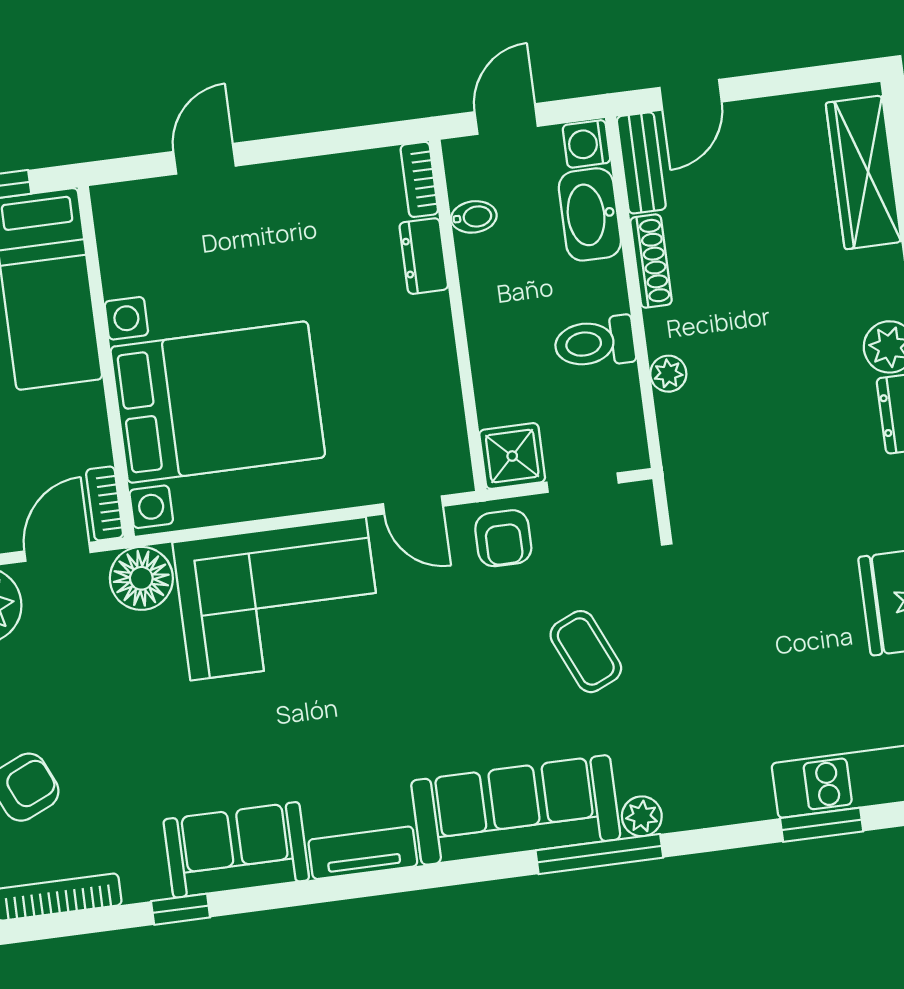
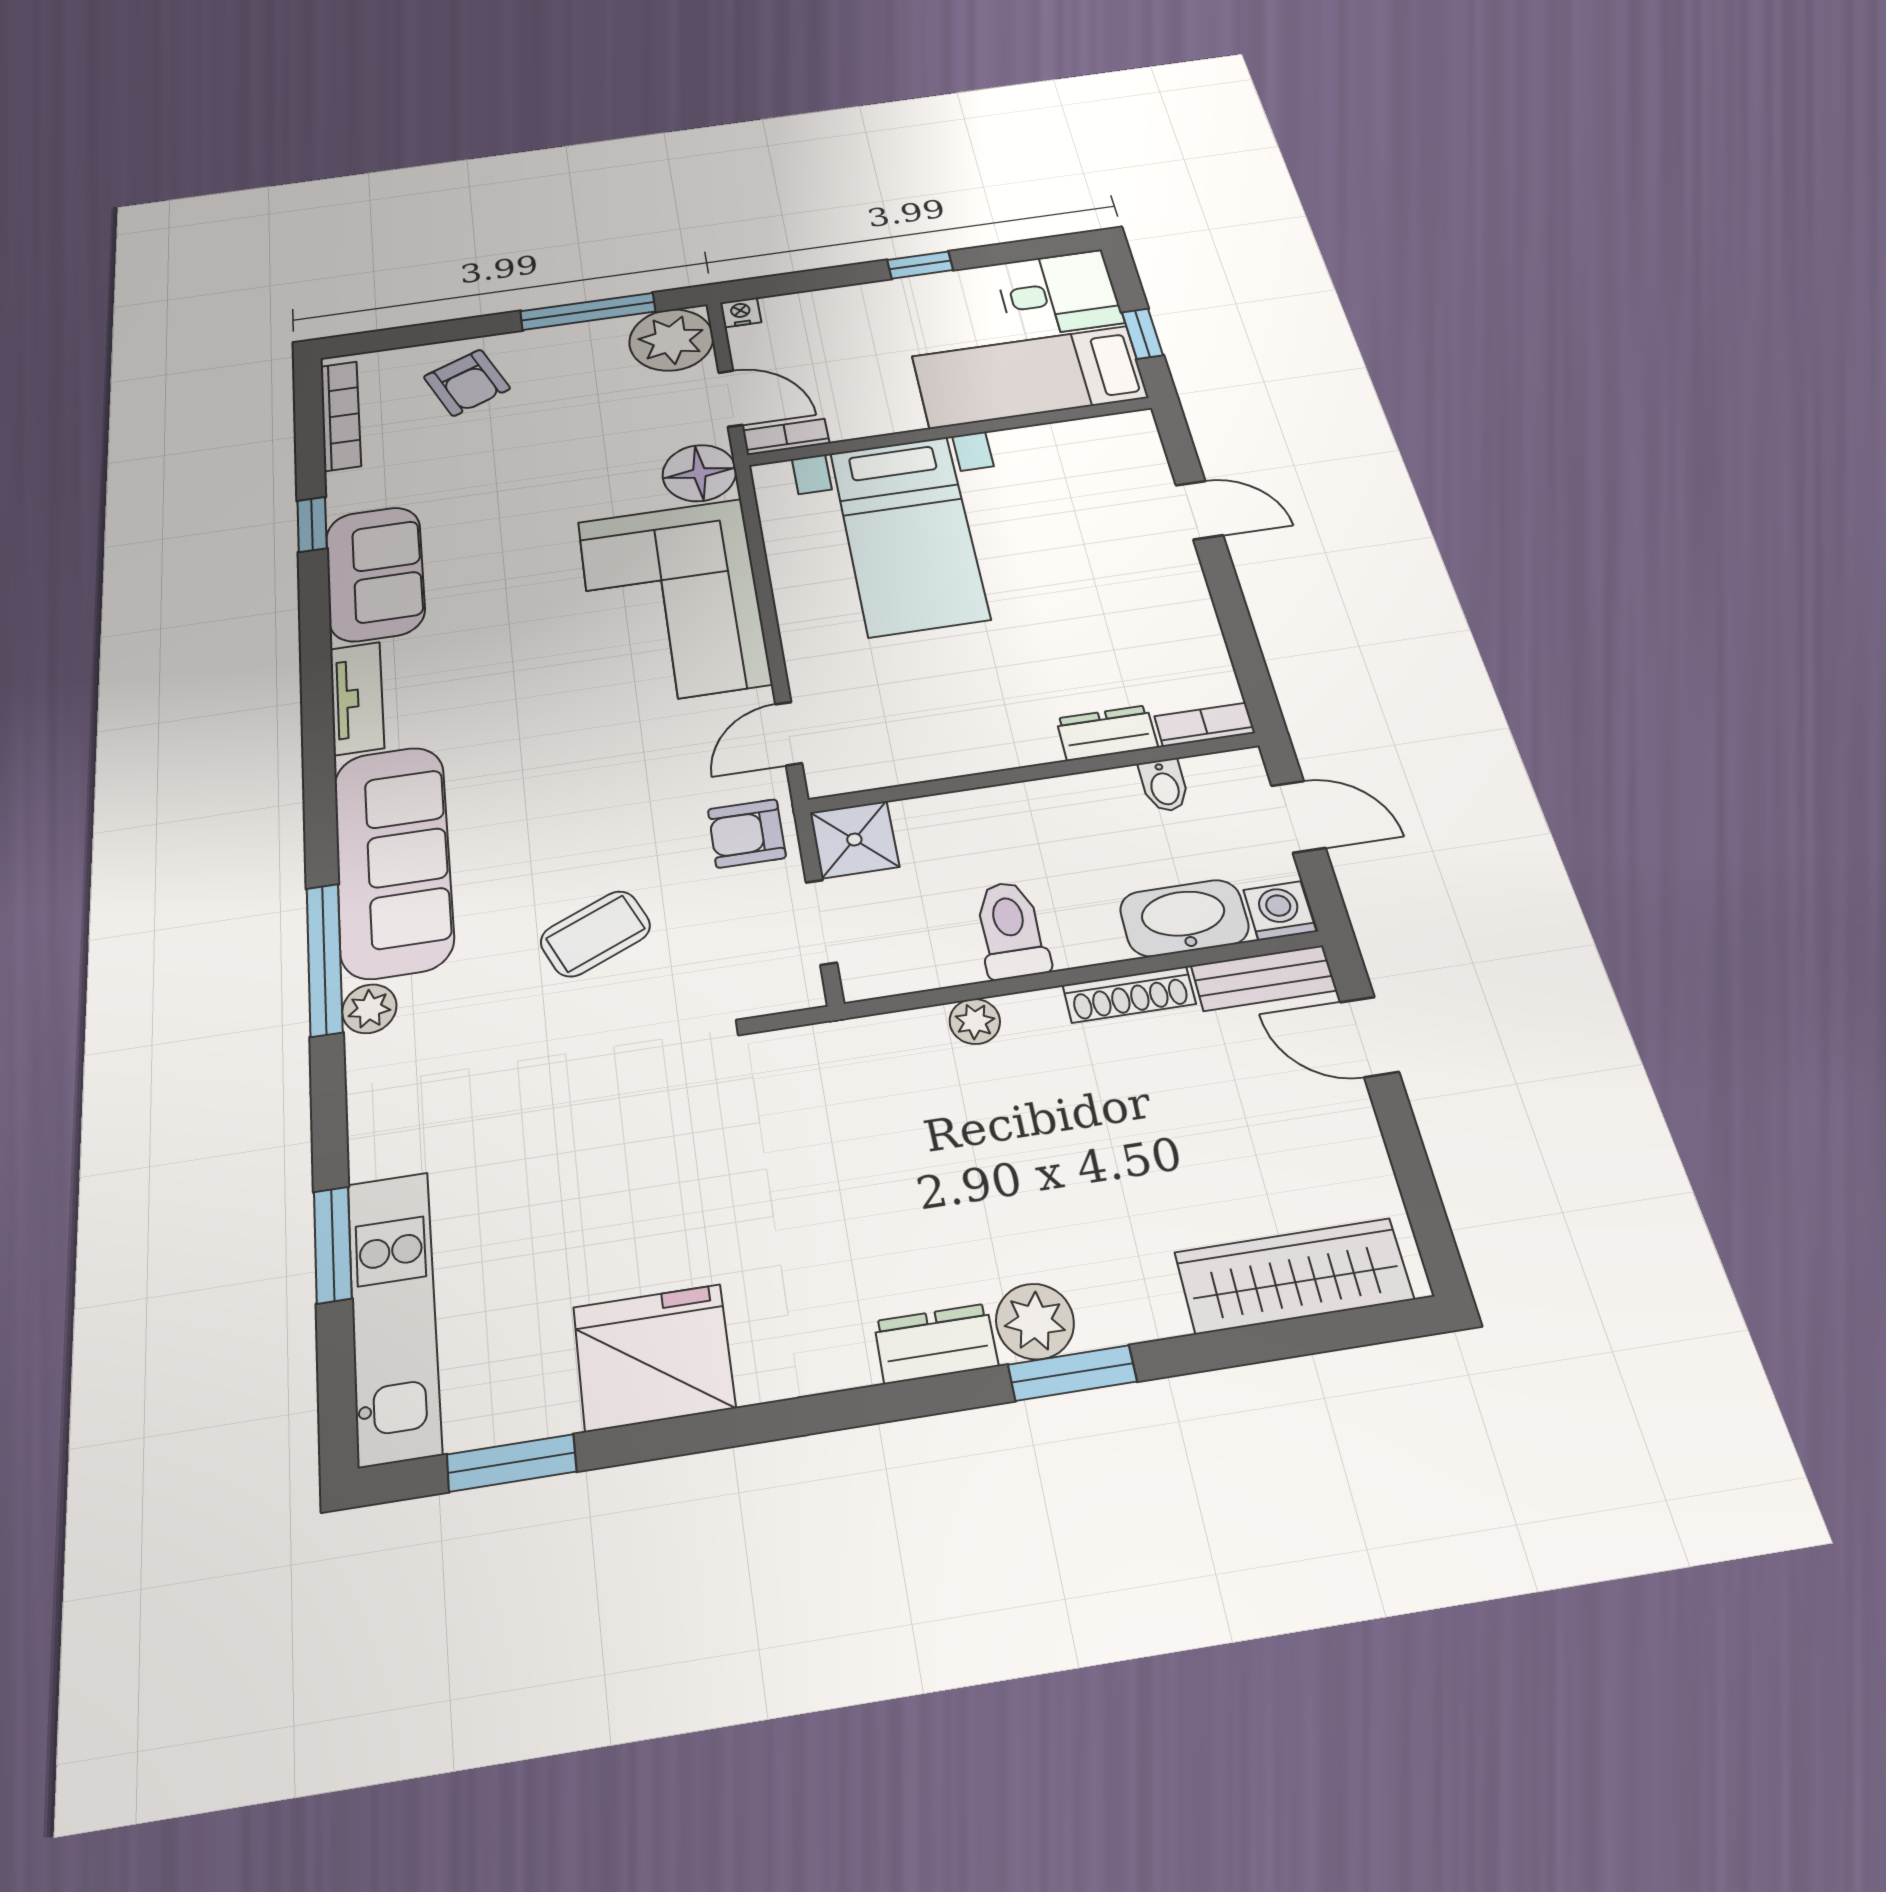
bed with nightstands: (218, 402) -> (909, 534), width x0.73

